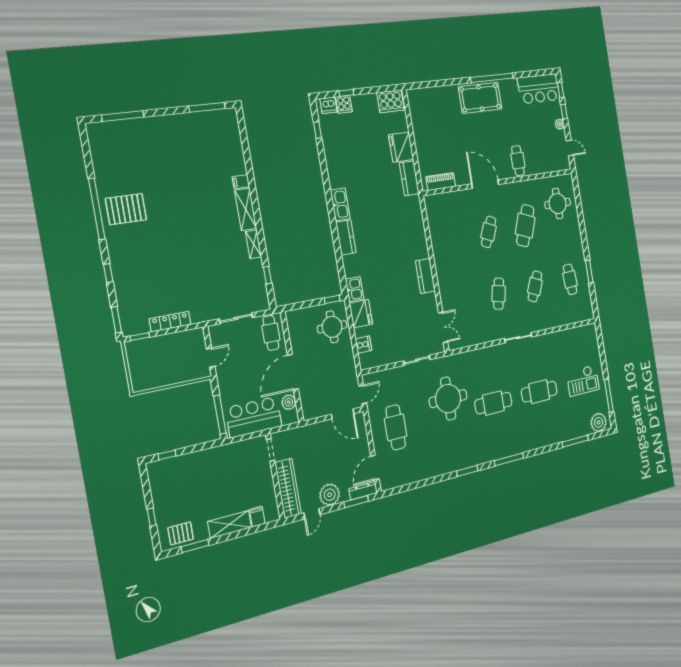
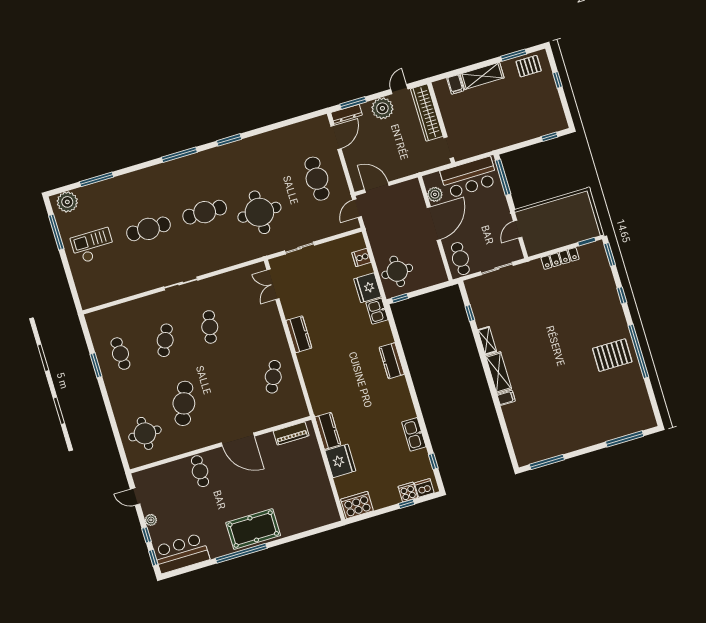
kitchen sink: (340, 204) -> (414, 434), moved
cafe table: (489, 232) -> (273, 377), moved

